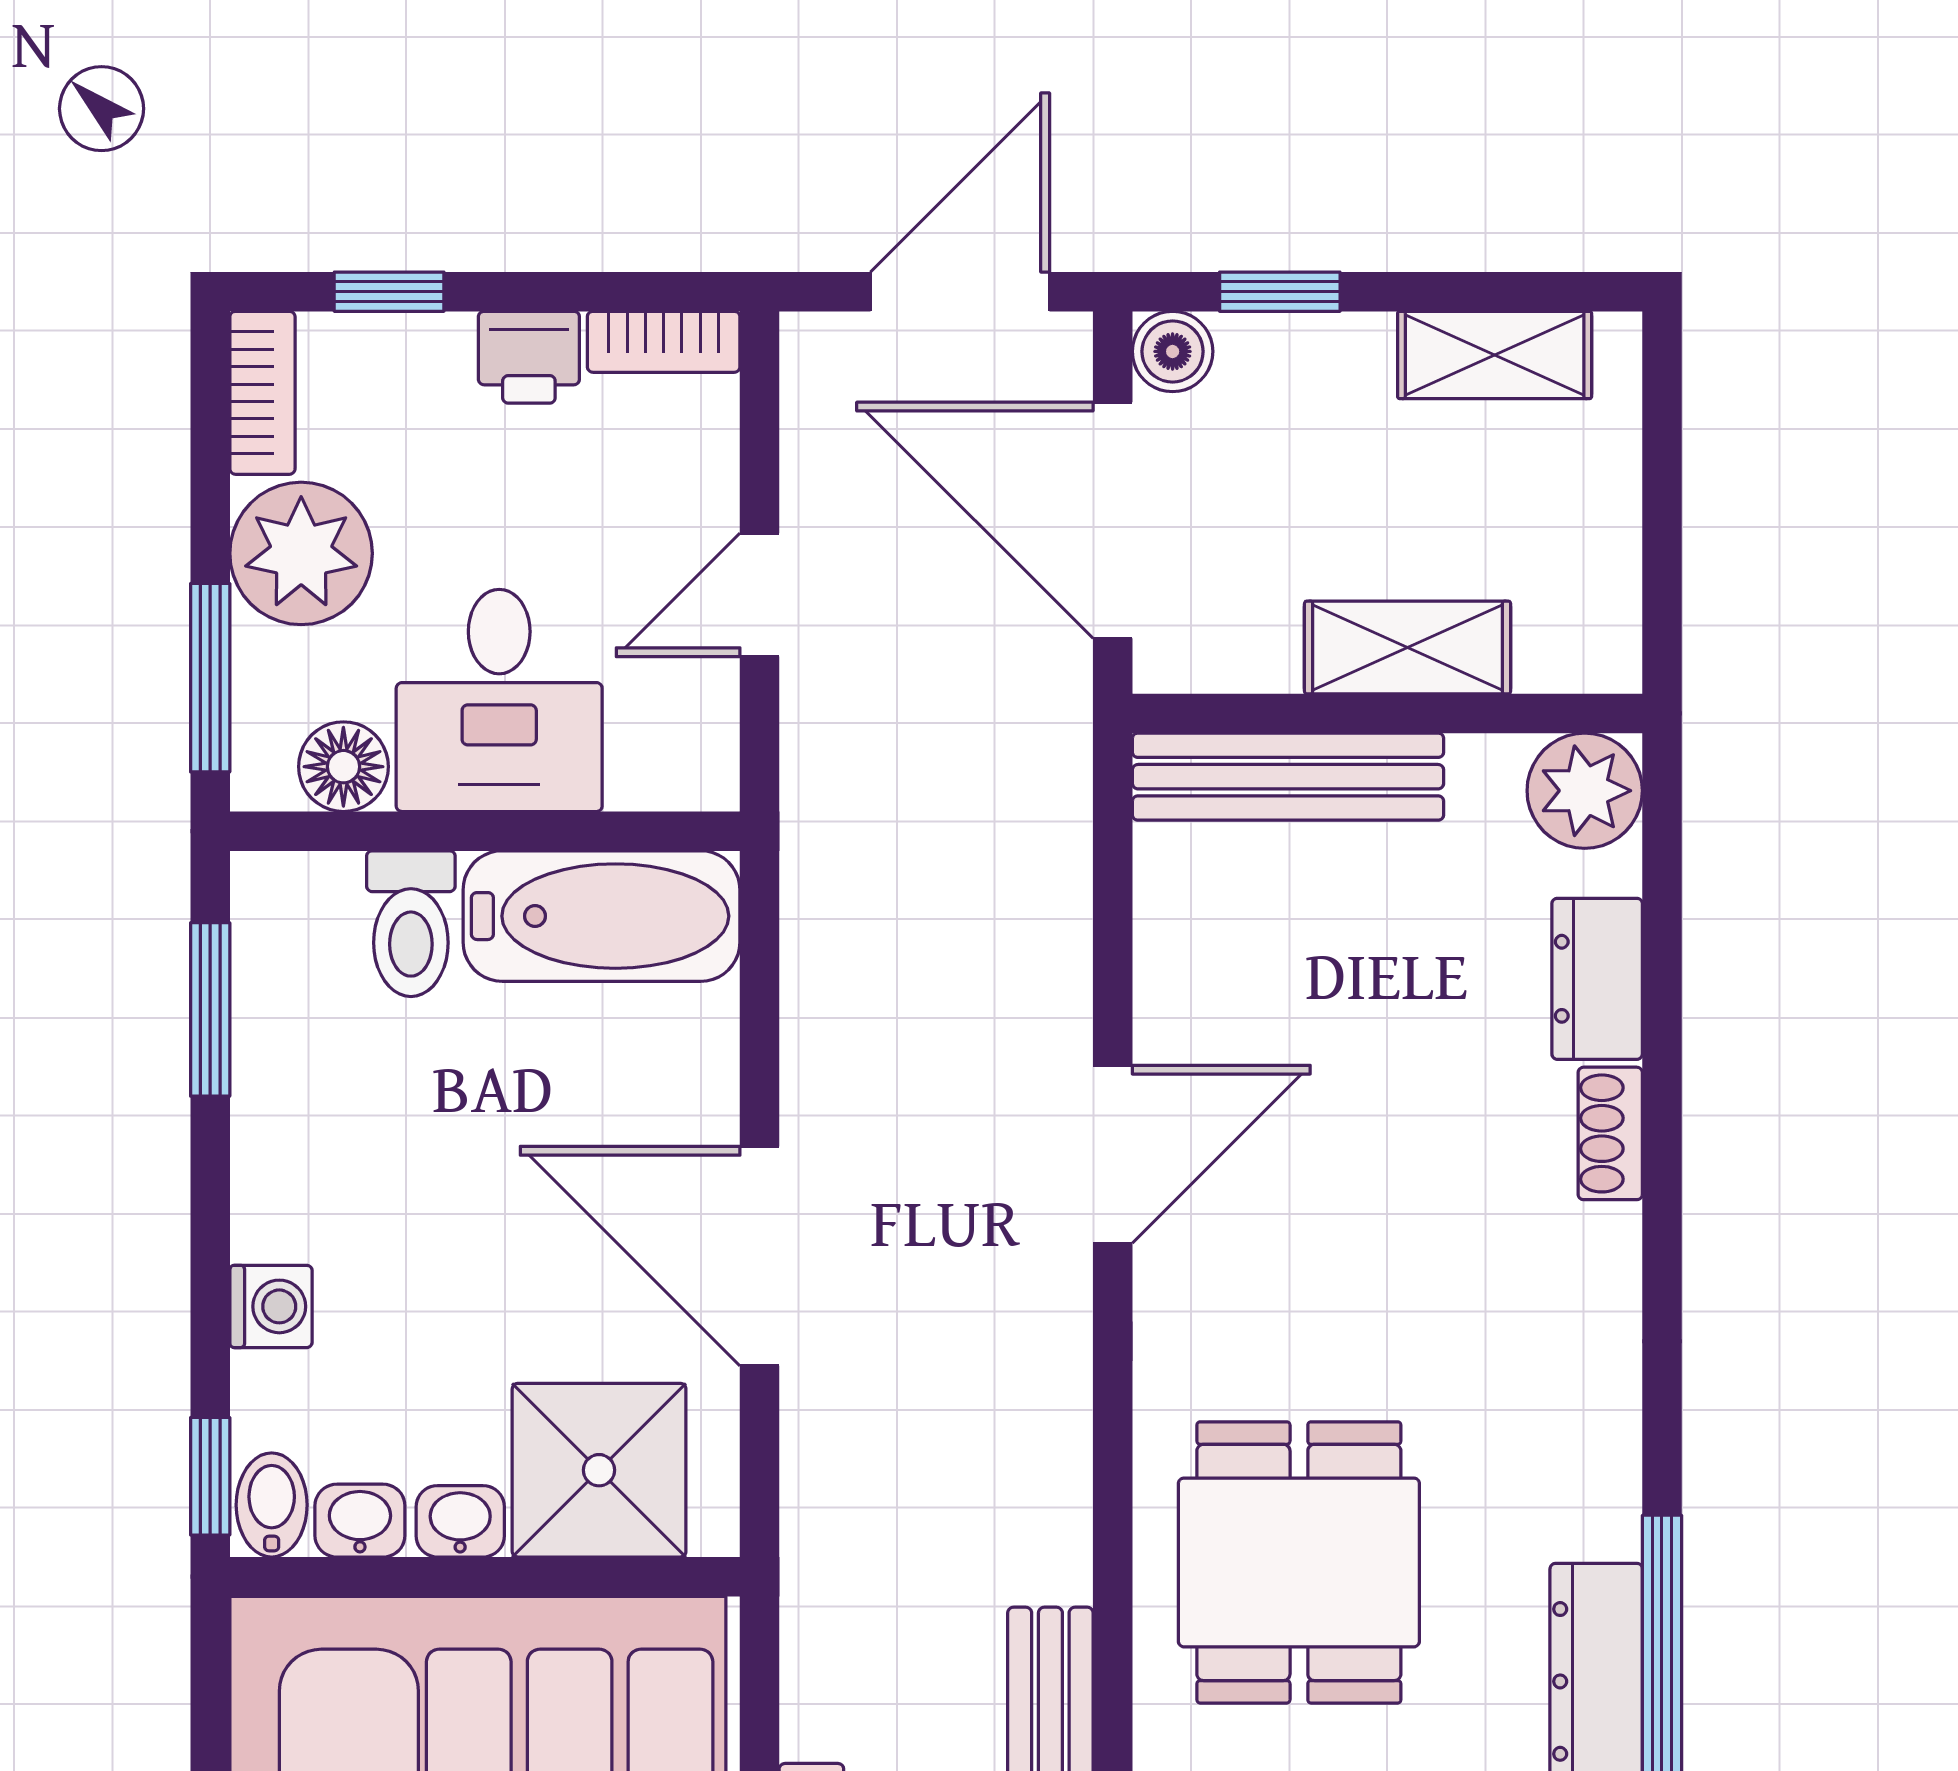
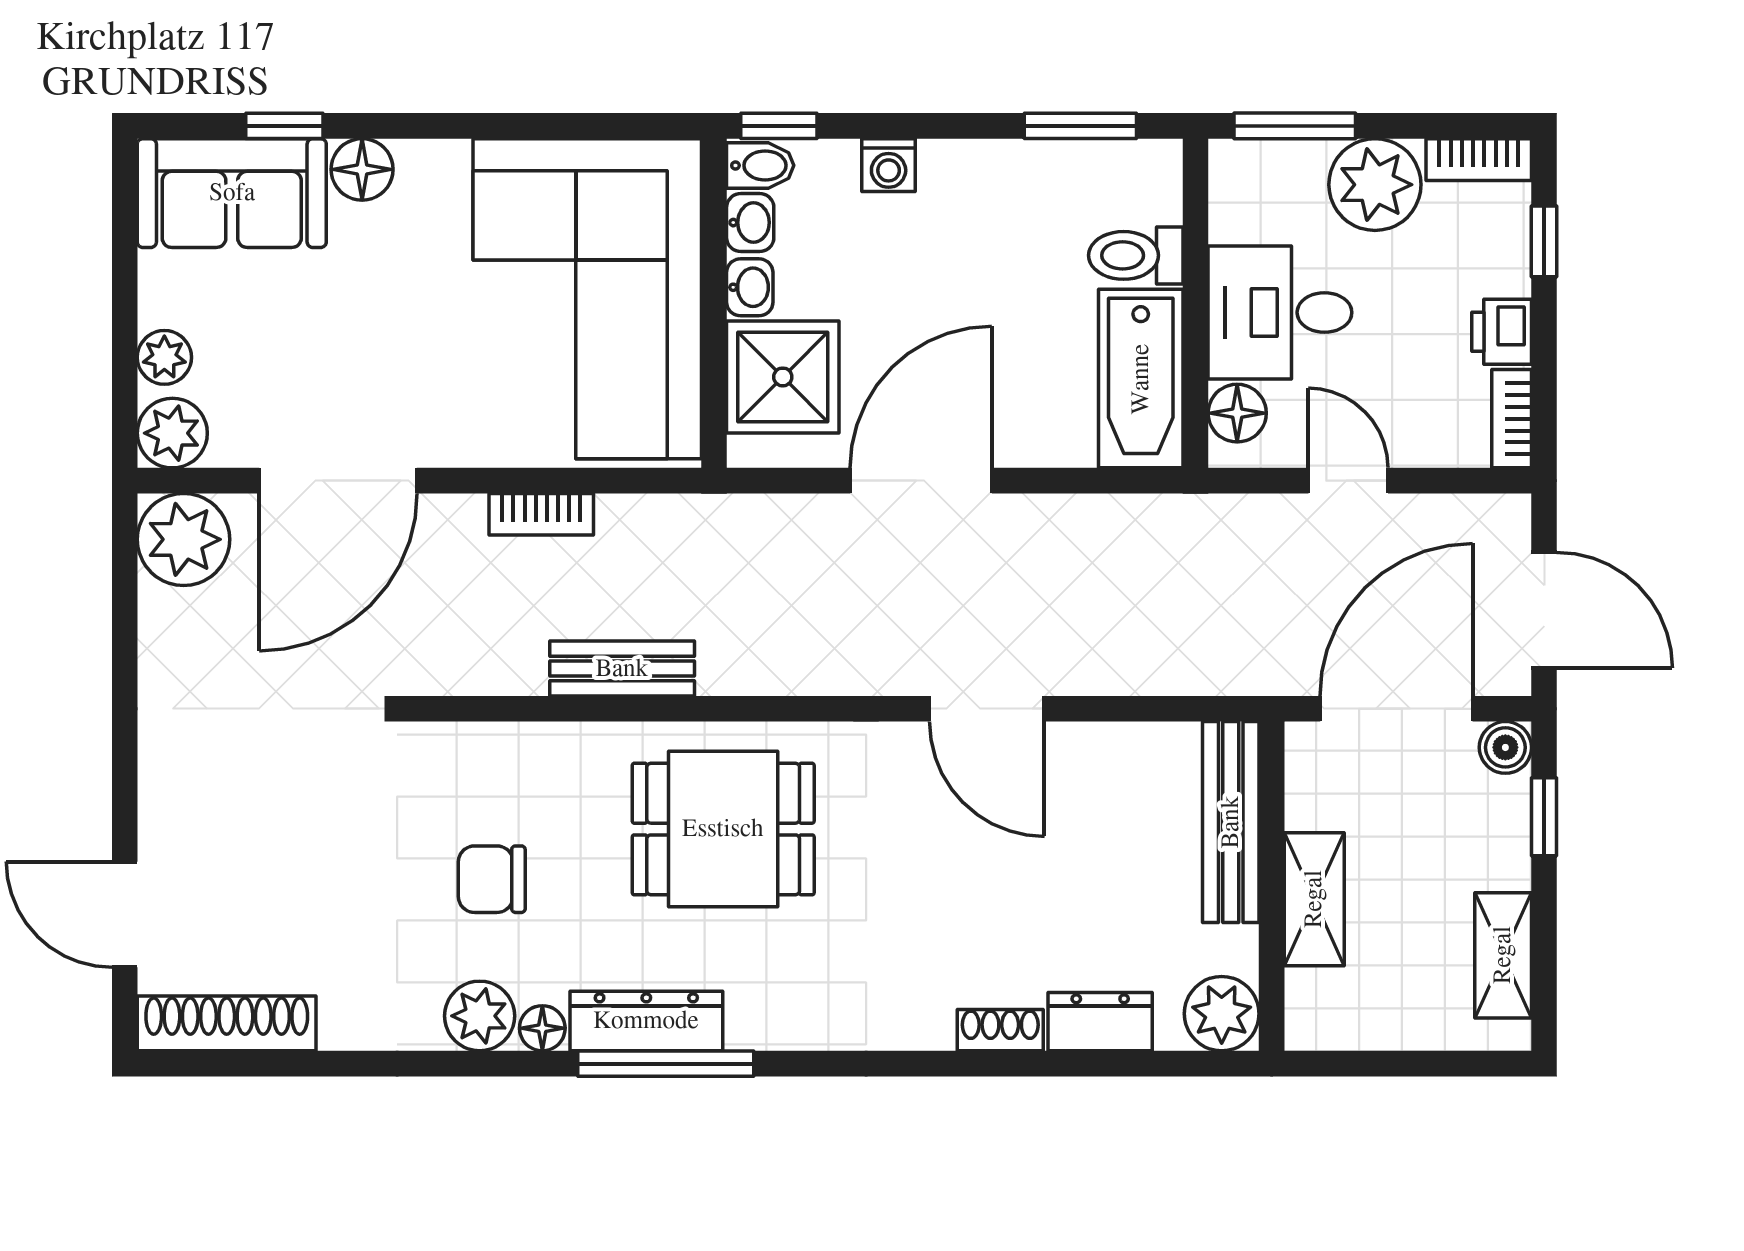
floor lamp: (343, 767) -> (1237, 413), moved

